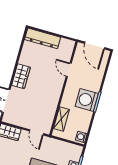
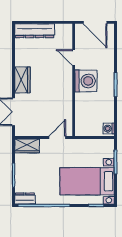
washing machine: (87, 100) -> (86, 81), moved, turned 180
shelving: (61, 119) -> (81, 115), removed
door: (37, 132) -> (57, 137), swing flipped

